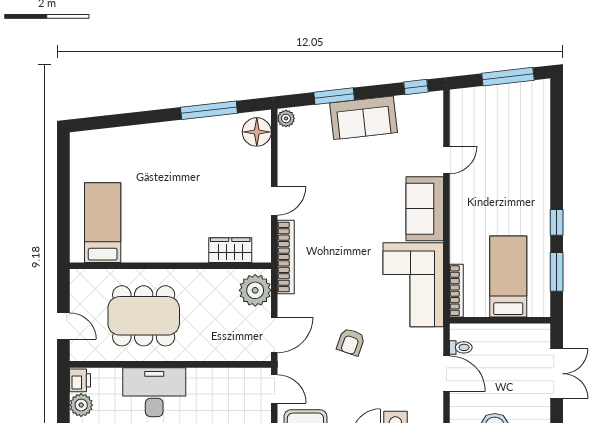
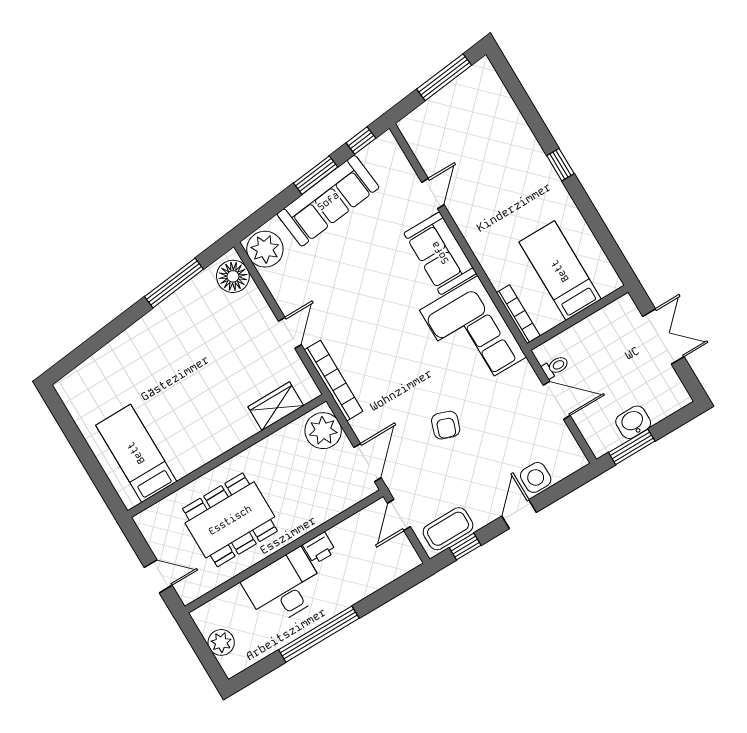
window: (334, 96) -> (316, 175), moved
plant: (286, 118) -> (265, 249), width x1.87, depth x1.87
sofa: (364, 118) -> (328, 201), width x1.36
window: (557, 222) -> (560, 165), moved
window: (557, 272) -> (604, 238), removed
printer: (80, 380) -> (319, 548), moved, turned 90
door: (274, 389) -> (399, 515), swing flipped

